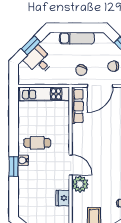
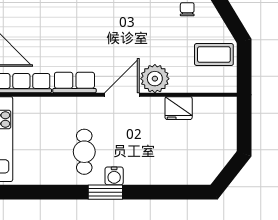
row of seats: (78, 137) -> (74, 82), added
window: (14, 167) -> (105, 192), moved

